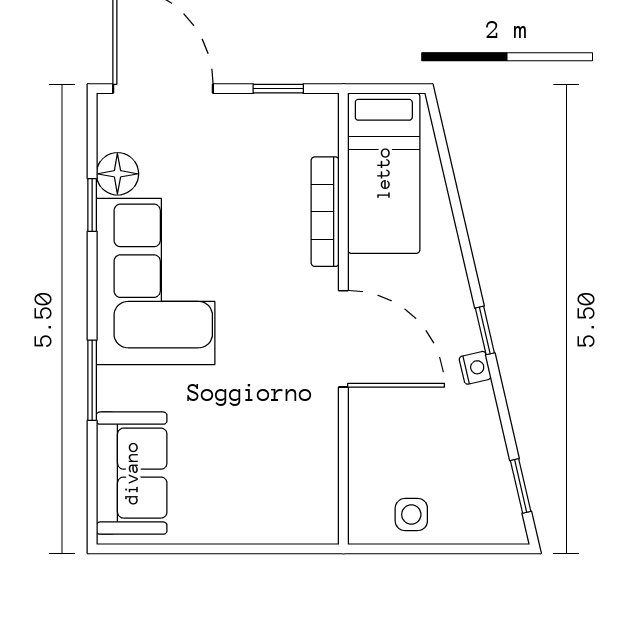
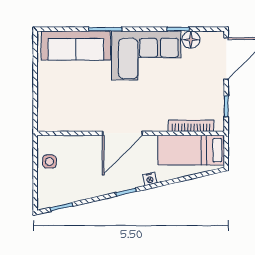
bookcase: (325, 212) -> (191, 126), moved
nightstand: (475, 368) -> (150, 179), moved
sofa: (132, 473) -> (76, 45), width x1.36

